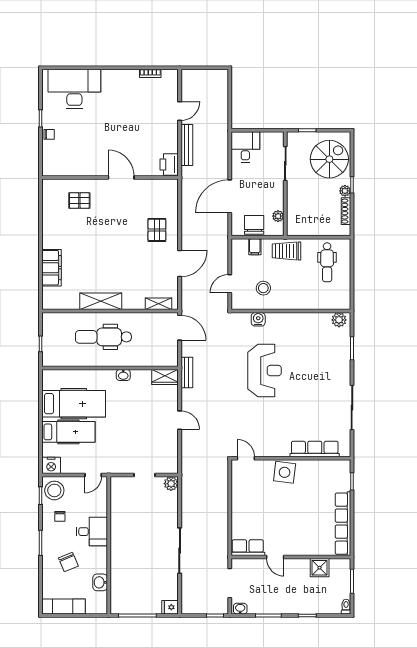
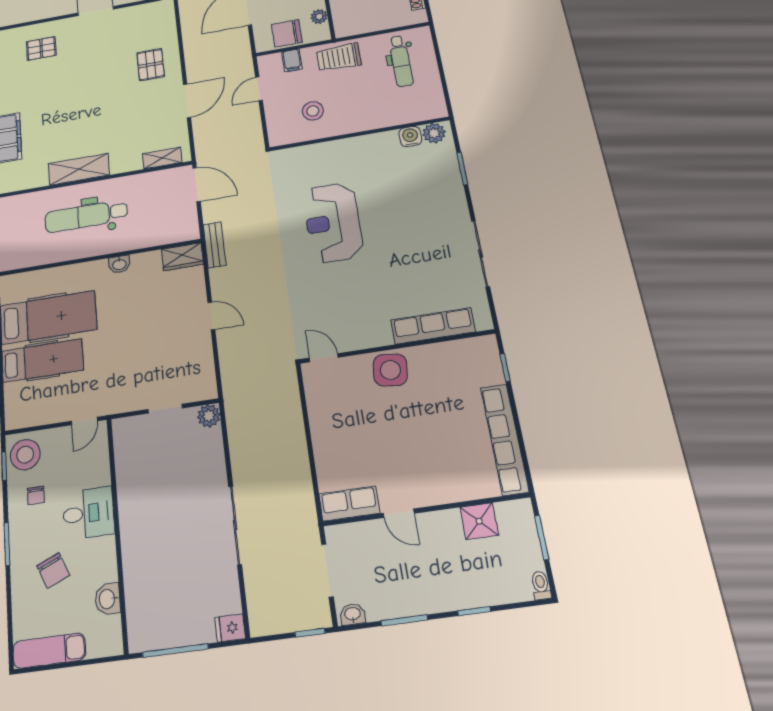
chair: (254, 225) -> (287, 33), turned -90
door: (230, 284) -> (259, 89), moved
water cooler: (258, 319) -> (410, 137), moved
reception desk: (265, 371) -> (333, 222), turned 180
nightstand: (51, 465) -> (19, 416), removed

